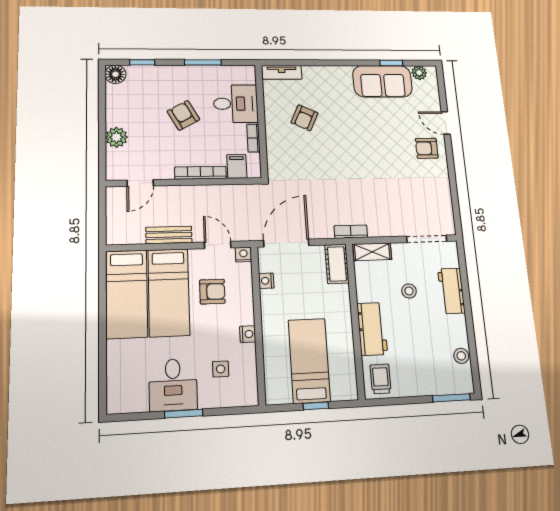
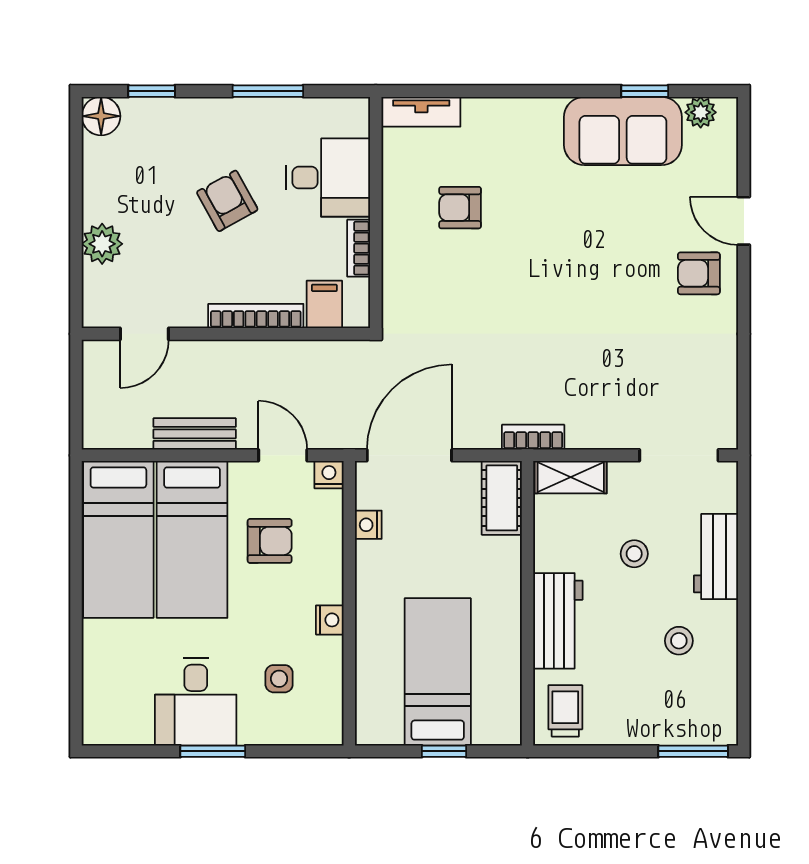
armchair: (304, 118) -> (460, 208), turned 65
stool: (461, 356) -> (679, 641), moved

